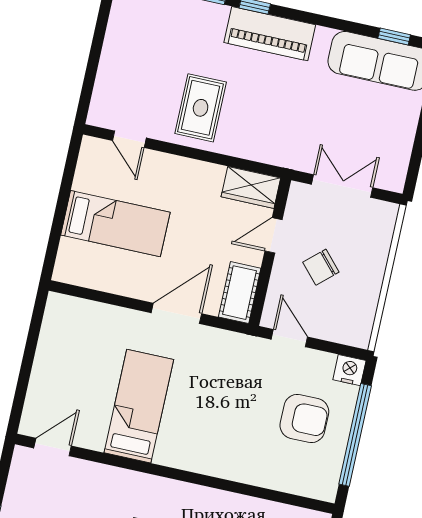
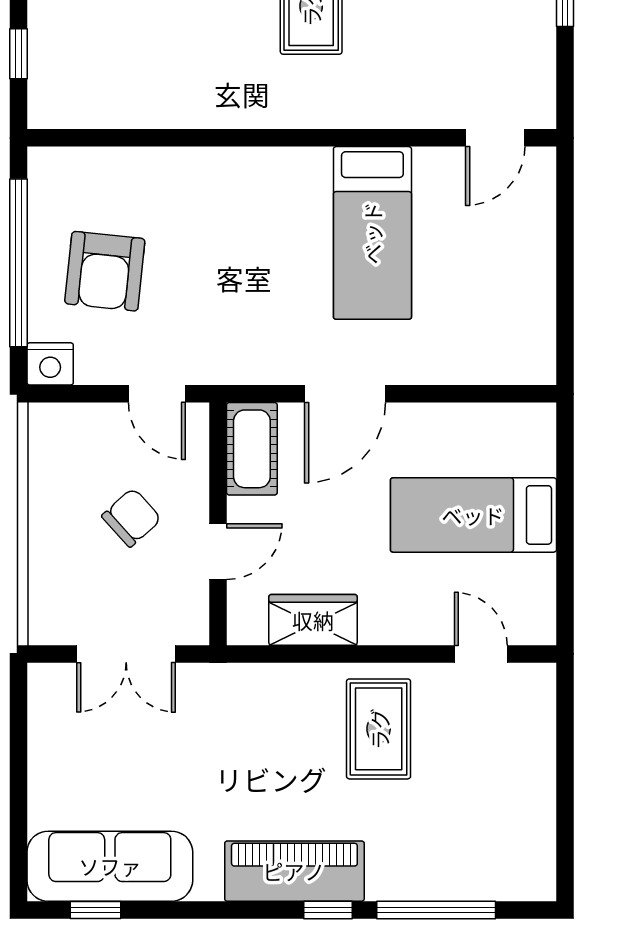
wardrobe: (251, 187) -> (313, 620), moved
armchair: (304, 418) -> (105, 271), turned -84

